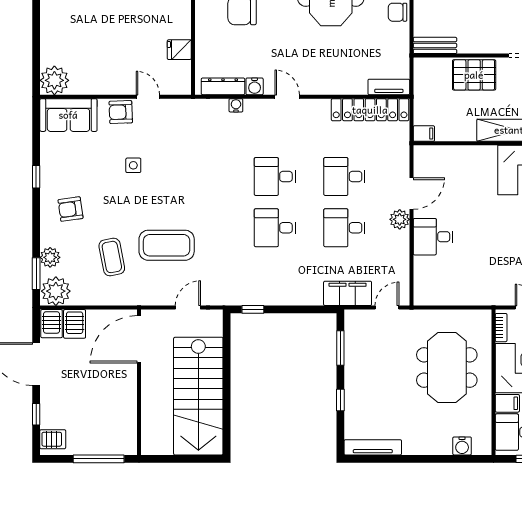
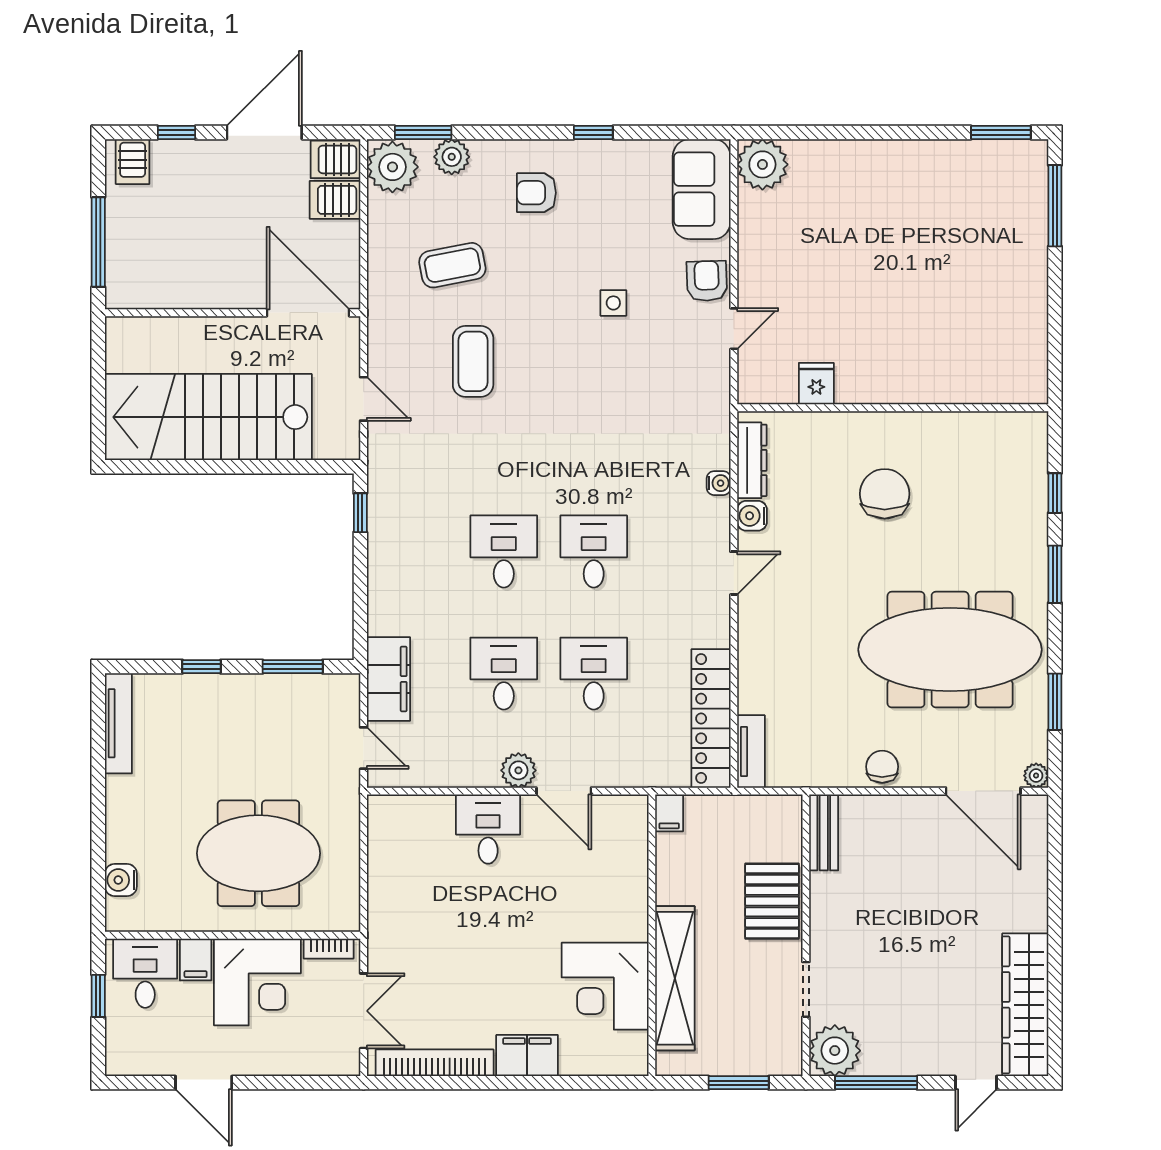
armchair: (70, 209) -> (536, 193), turned -82
coffee table: (167, 245) -> (473, 361), width x0.73, depth x0.76

